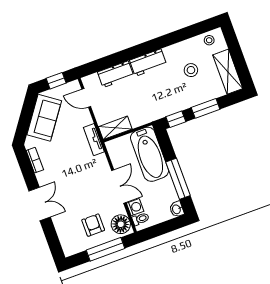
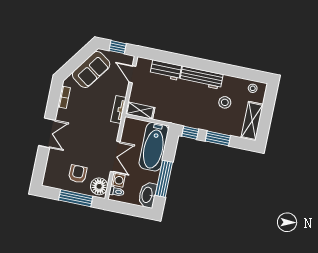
workbench: (148, 63) -> (201, 78), width x1.38
washbasin: (177, 209) -> (147, 195), width x1.91, depth x1.45

